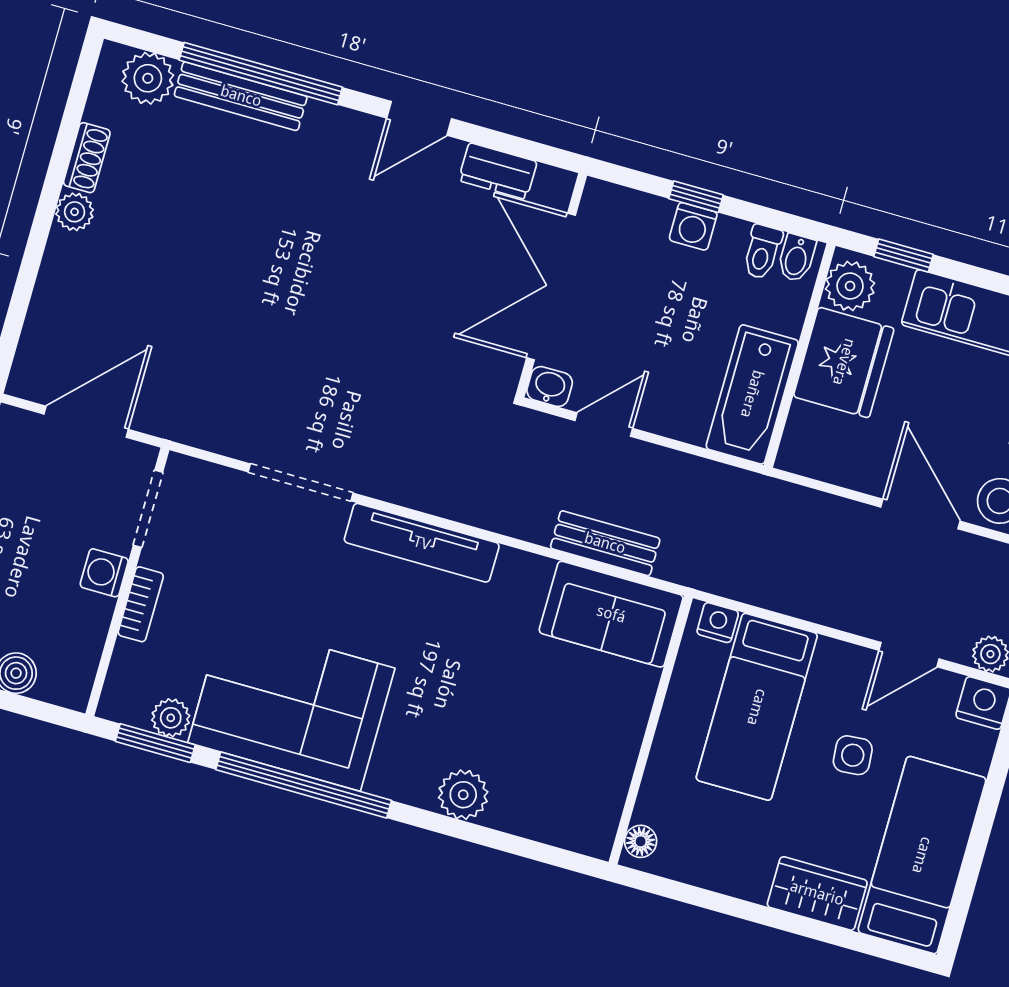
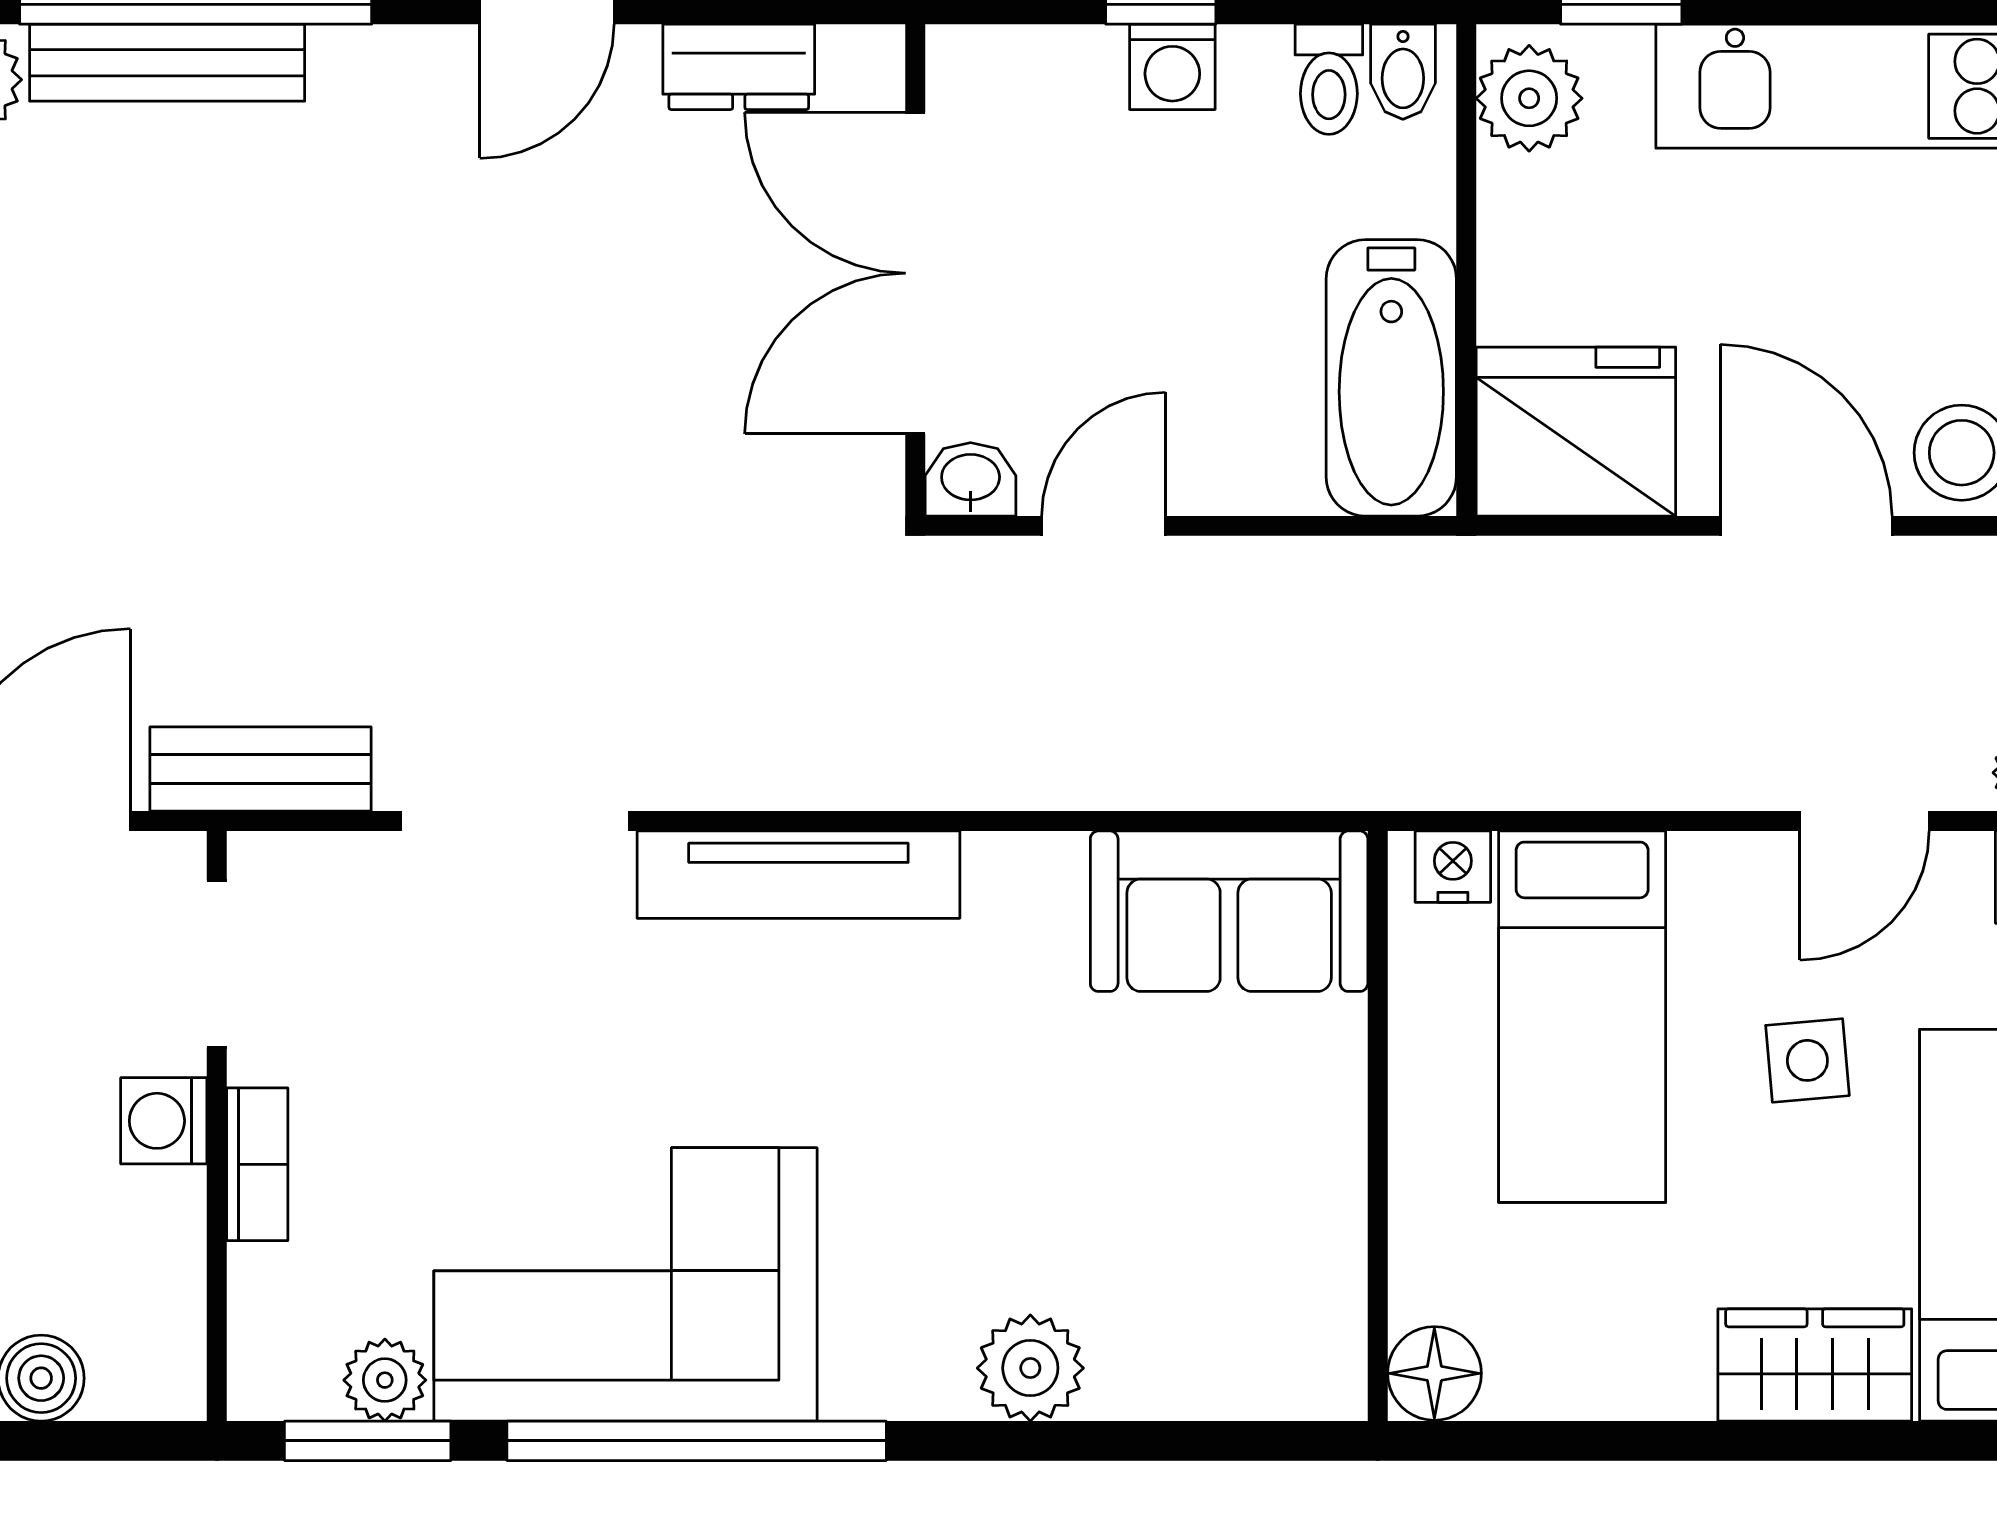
fridge: (844, 362) -> (1576, 432), moved, turned -90
bench: (605, 543) -> (261, 769), moved
floor lamp: (641, 841) -> (1434, 1373), width x1.37, depth x1.37

